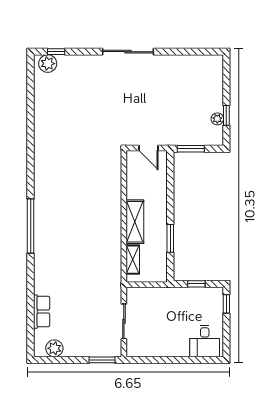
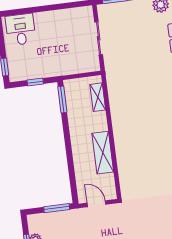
shelving: (135, 222) -> (103, 153), moved
window: (170, 238) -> (62, 100), moved

